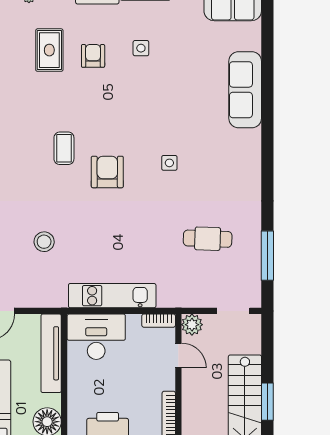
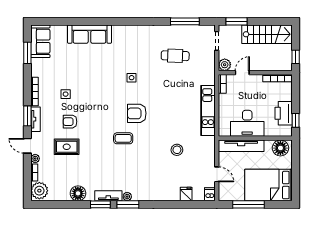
cafe table: (208, 239) -> (175, 56), turned 90
desk: (96, 337) -> (247, 123), moved, turned -90
window: (267, 402) -> (236, 21), moved

